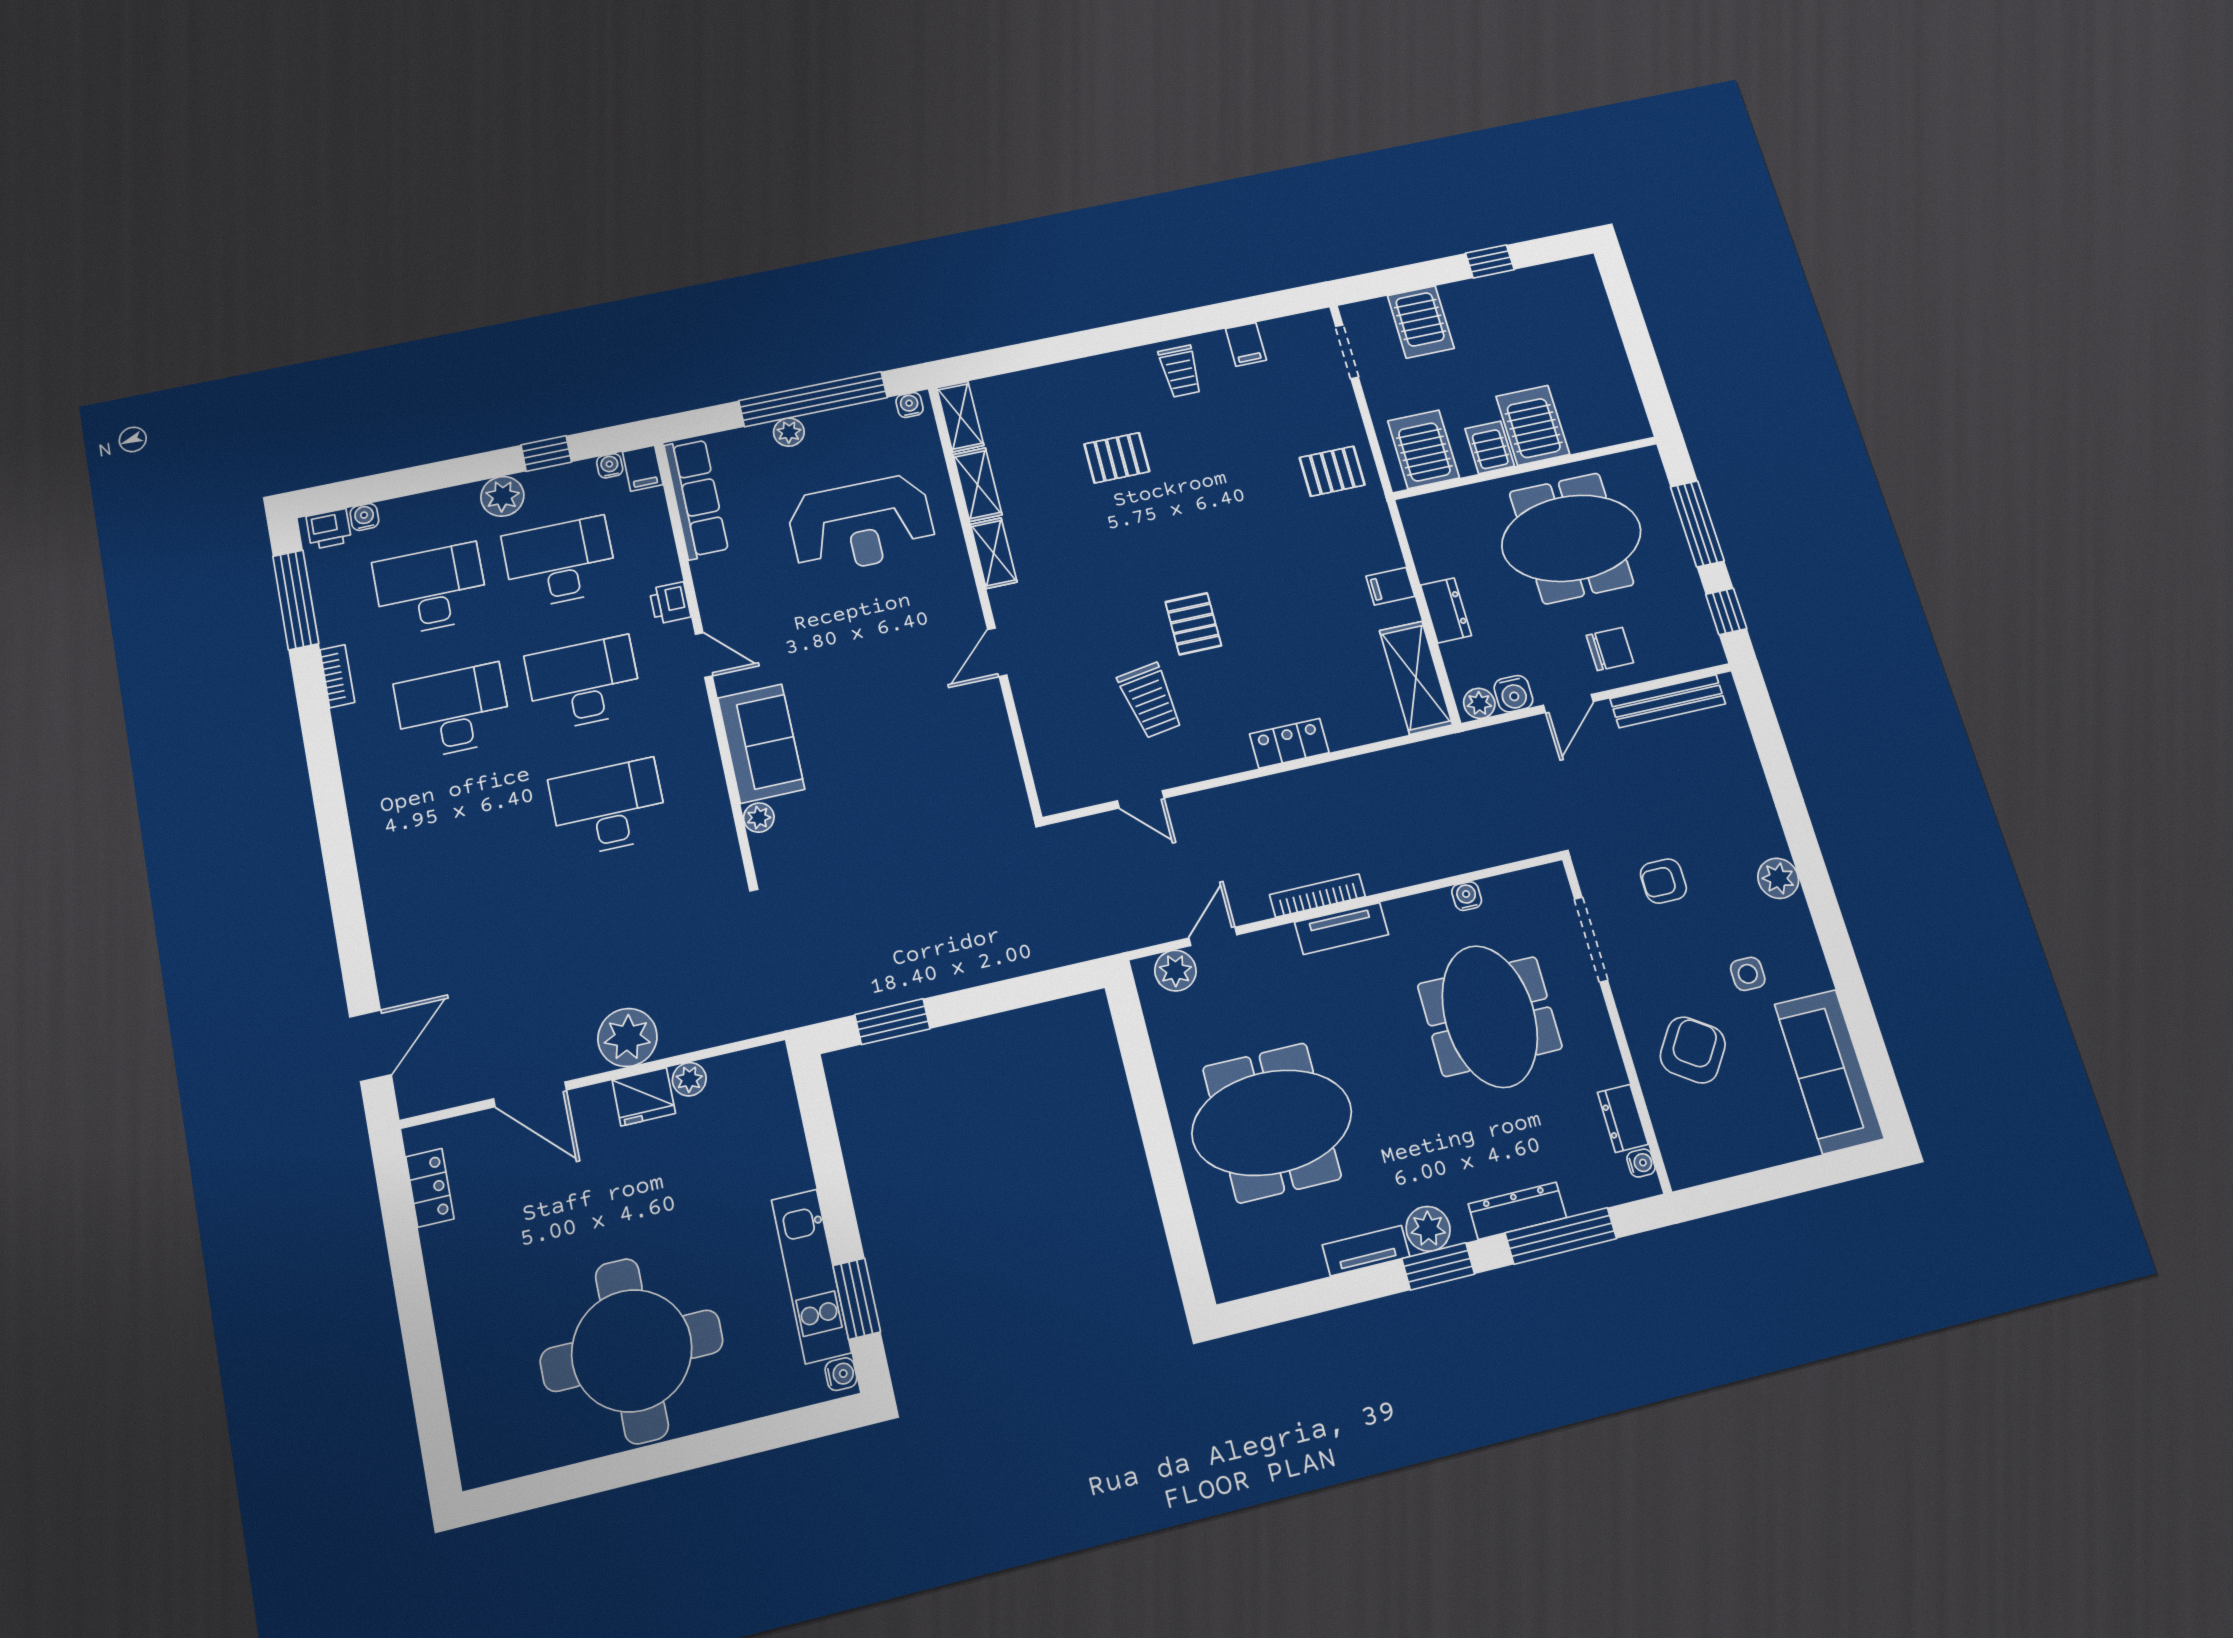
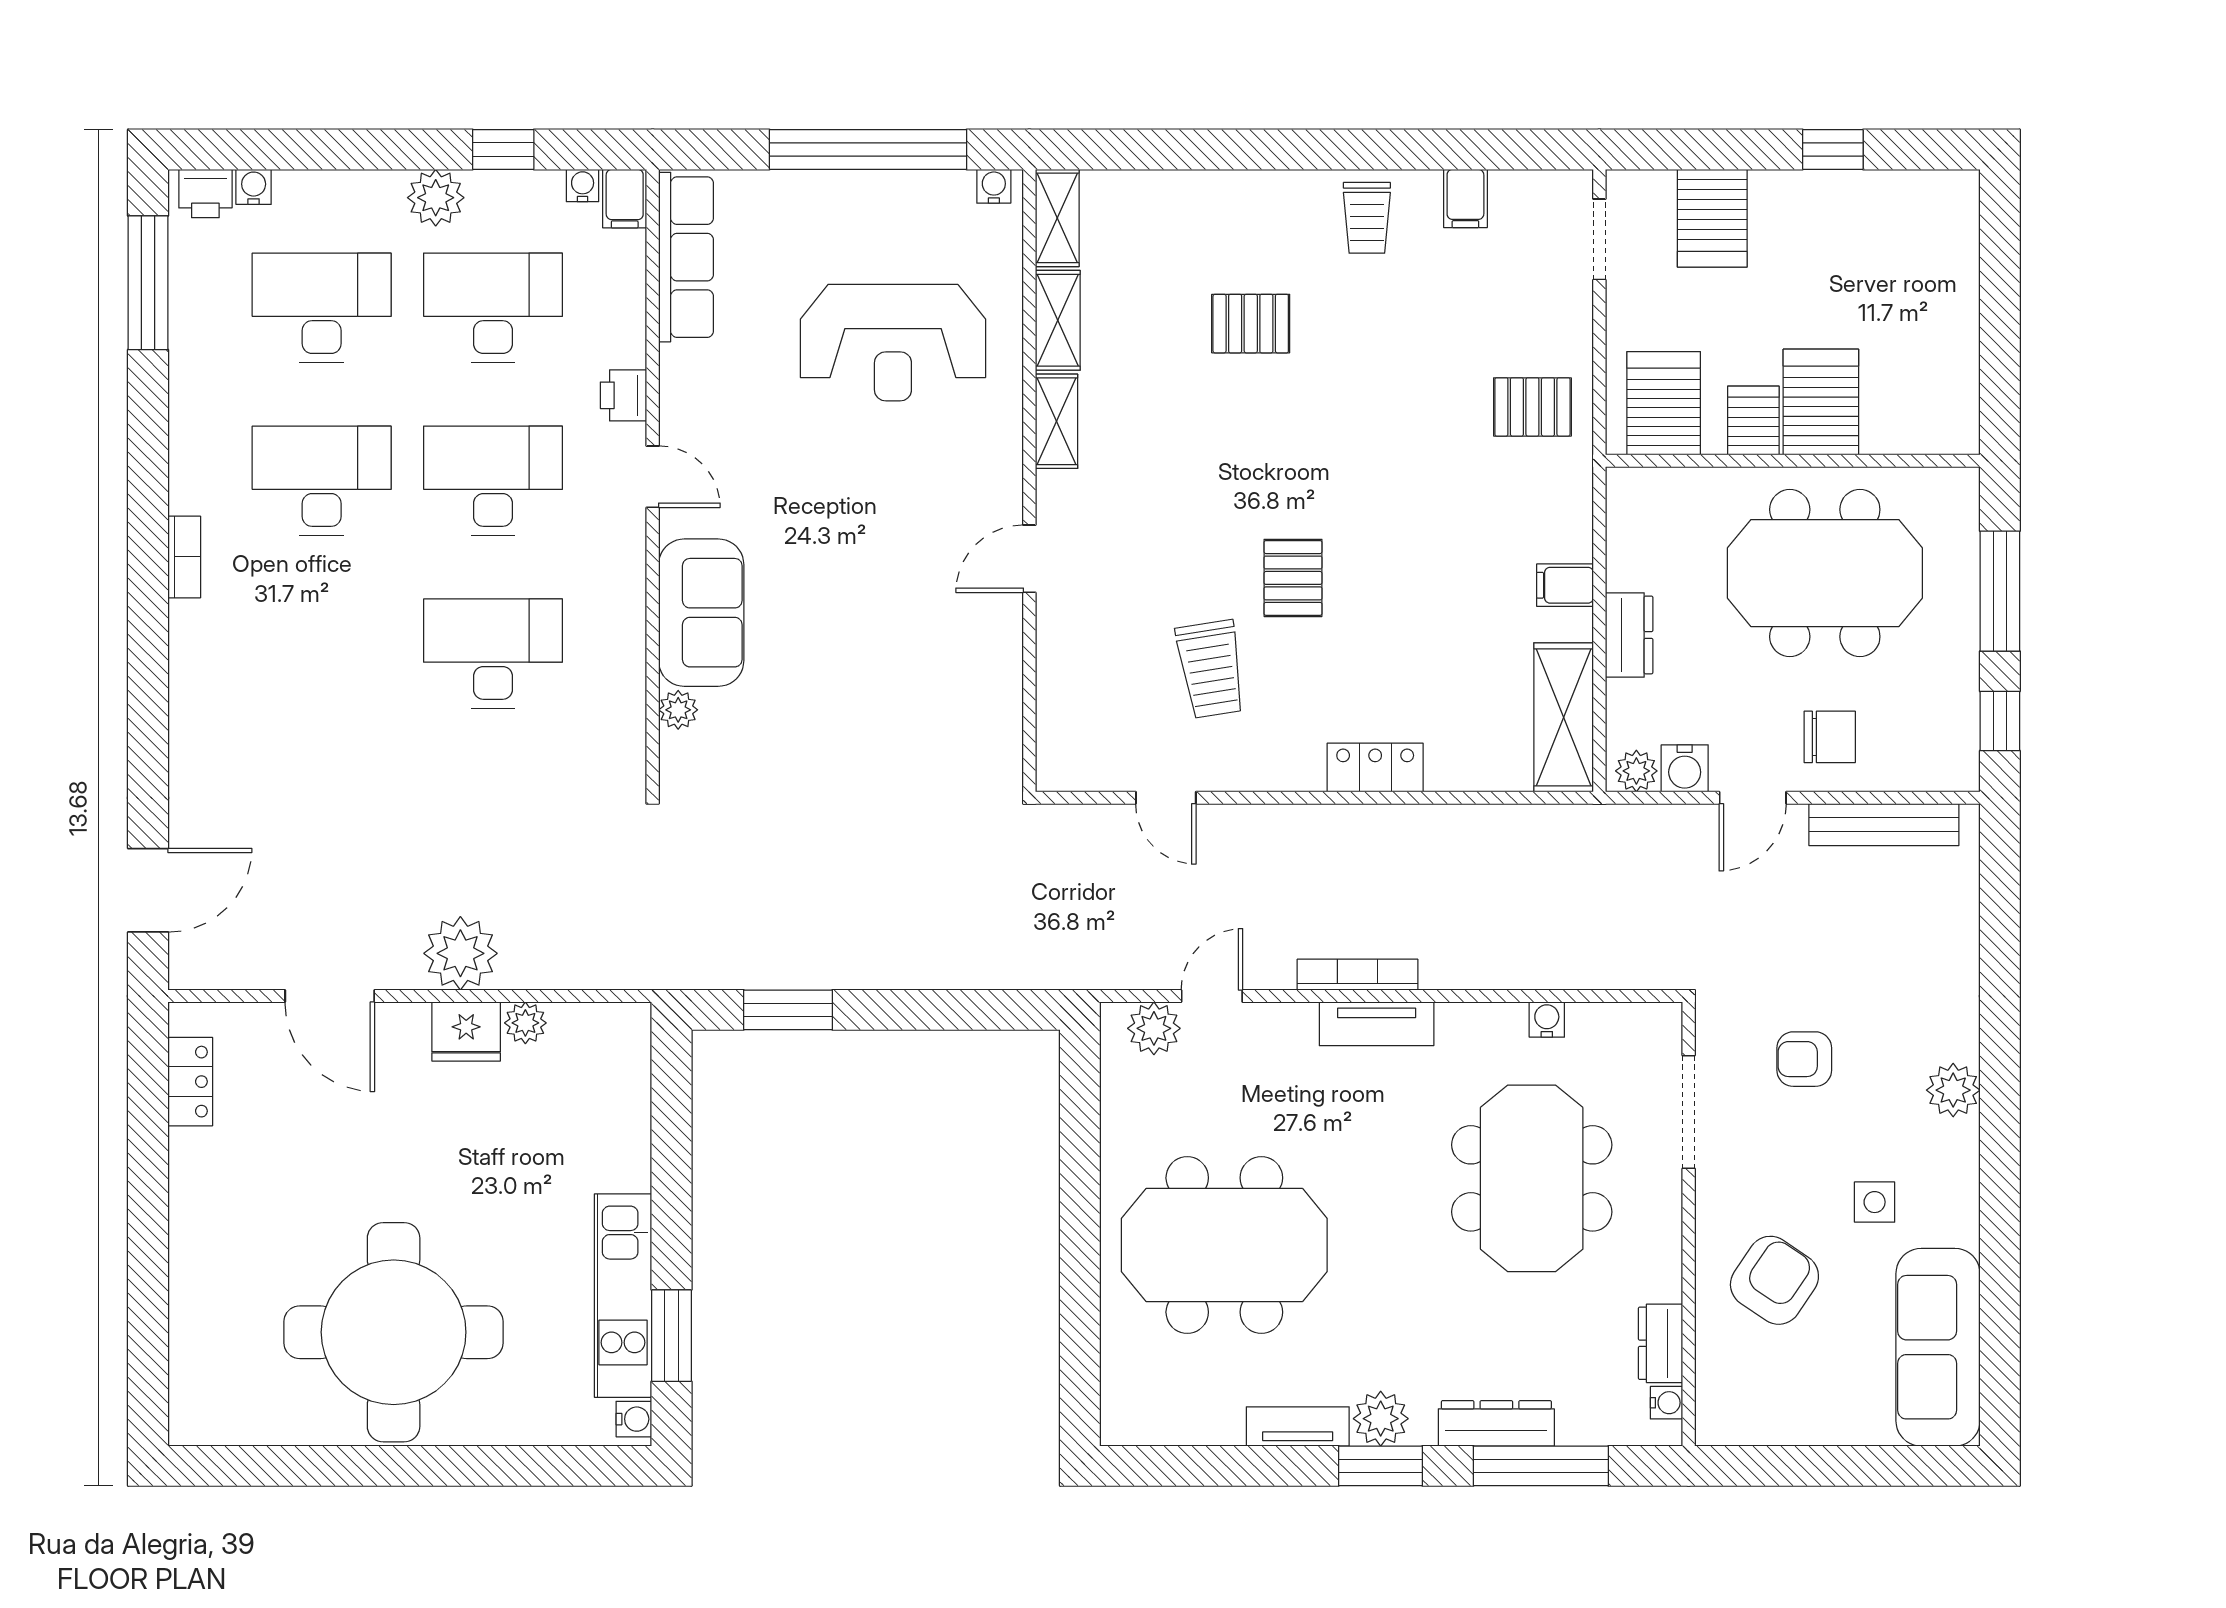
plant: (789, 432) -> (826, 190), removed
bookcase: (337, 676) -> (184, 557), moved

